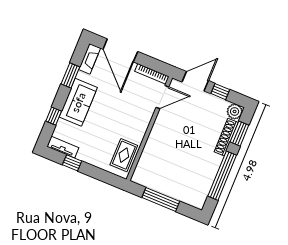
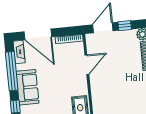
window: (70, 75) -> (12, 71), width x2.11
door: (162, 97) -> (87, 65), moved

